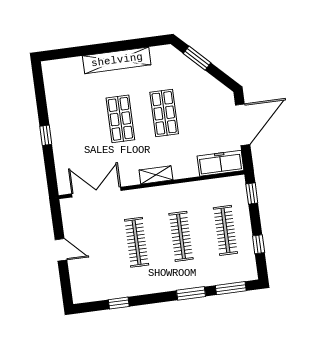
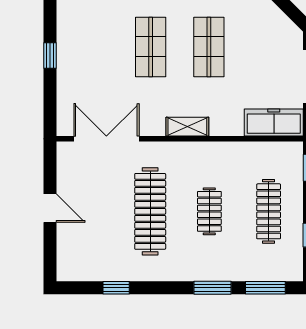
clothes rail: (181, 236) -> (209, 211), width x0.73
clothes rail: (137, 242) -> (150, 211), width x1.37, depth x1.31

